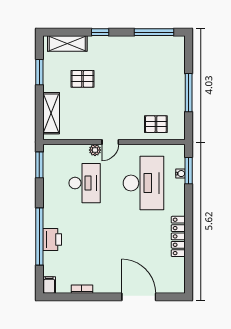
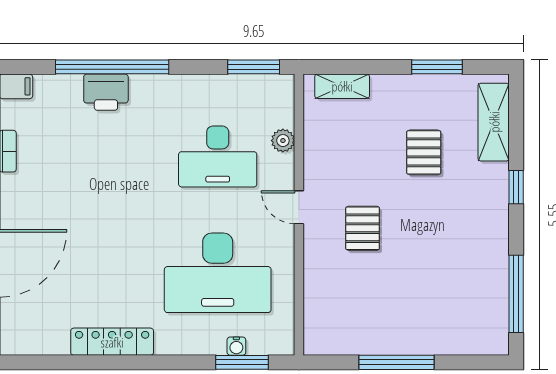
shelving: (51, 113) -> (342, 86), width x0.67, depth x0.75
pallet: (156, 124) -> (363, 228), moved
plant: (95, 150) -> (283, 141), moved

